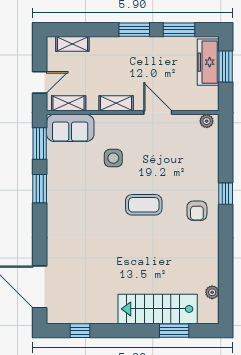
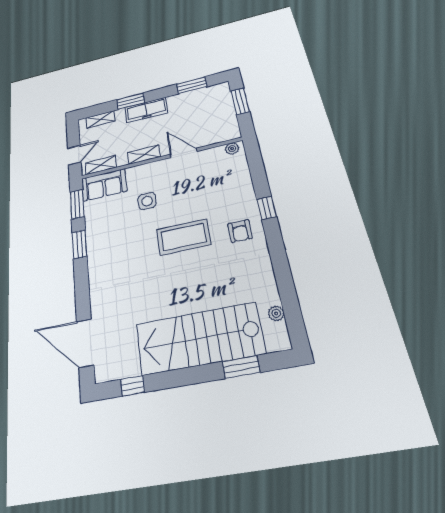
window: (134, 30) -> (131, 101), moved
freezer: (208, 62) -> (146, 110), moved, turned -90
coffee table: (144, 205) -> (183, 237), width x1.36, depth x1.32
stairs: (158, 309) -> (199, 339), width x1.36, depth x1.51

